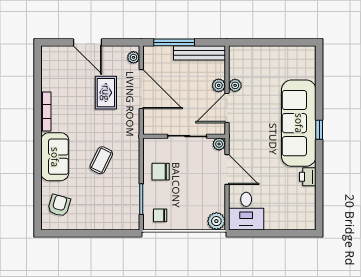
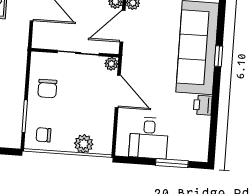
chair: (161, 172) -> (47, 89), turned -90
desk: (246, 211) -> (149, 138), moved
plant: (216, 221) -> (84, 144), moved
window: (282, 233) -> (172, 163), added

